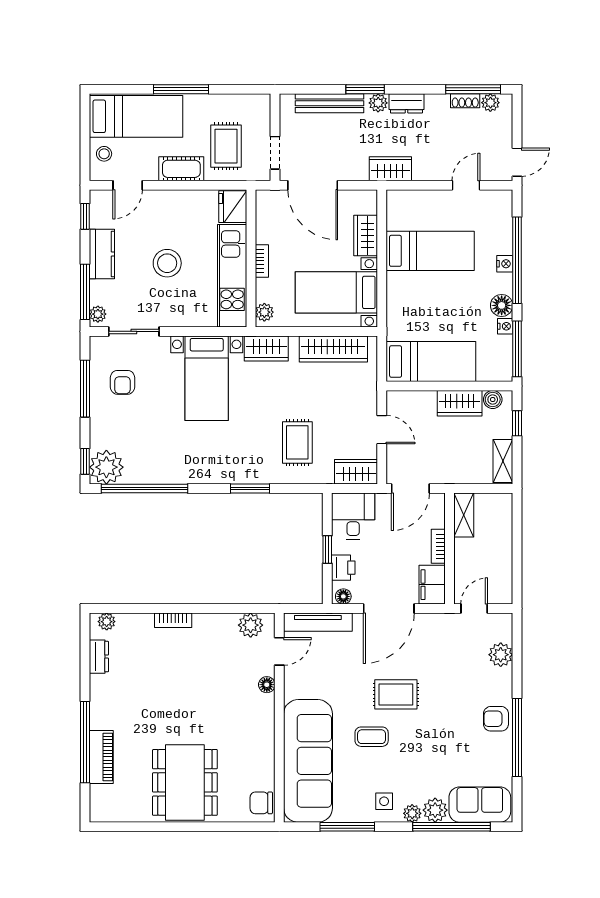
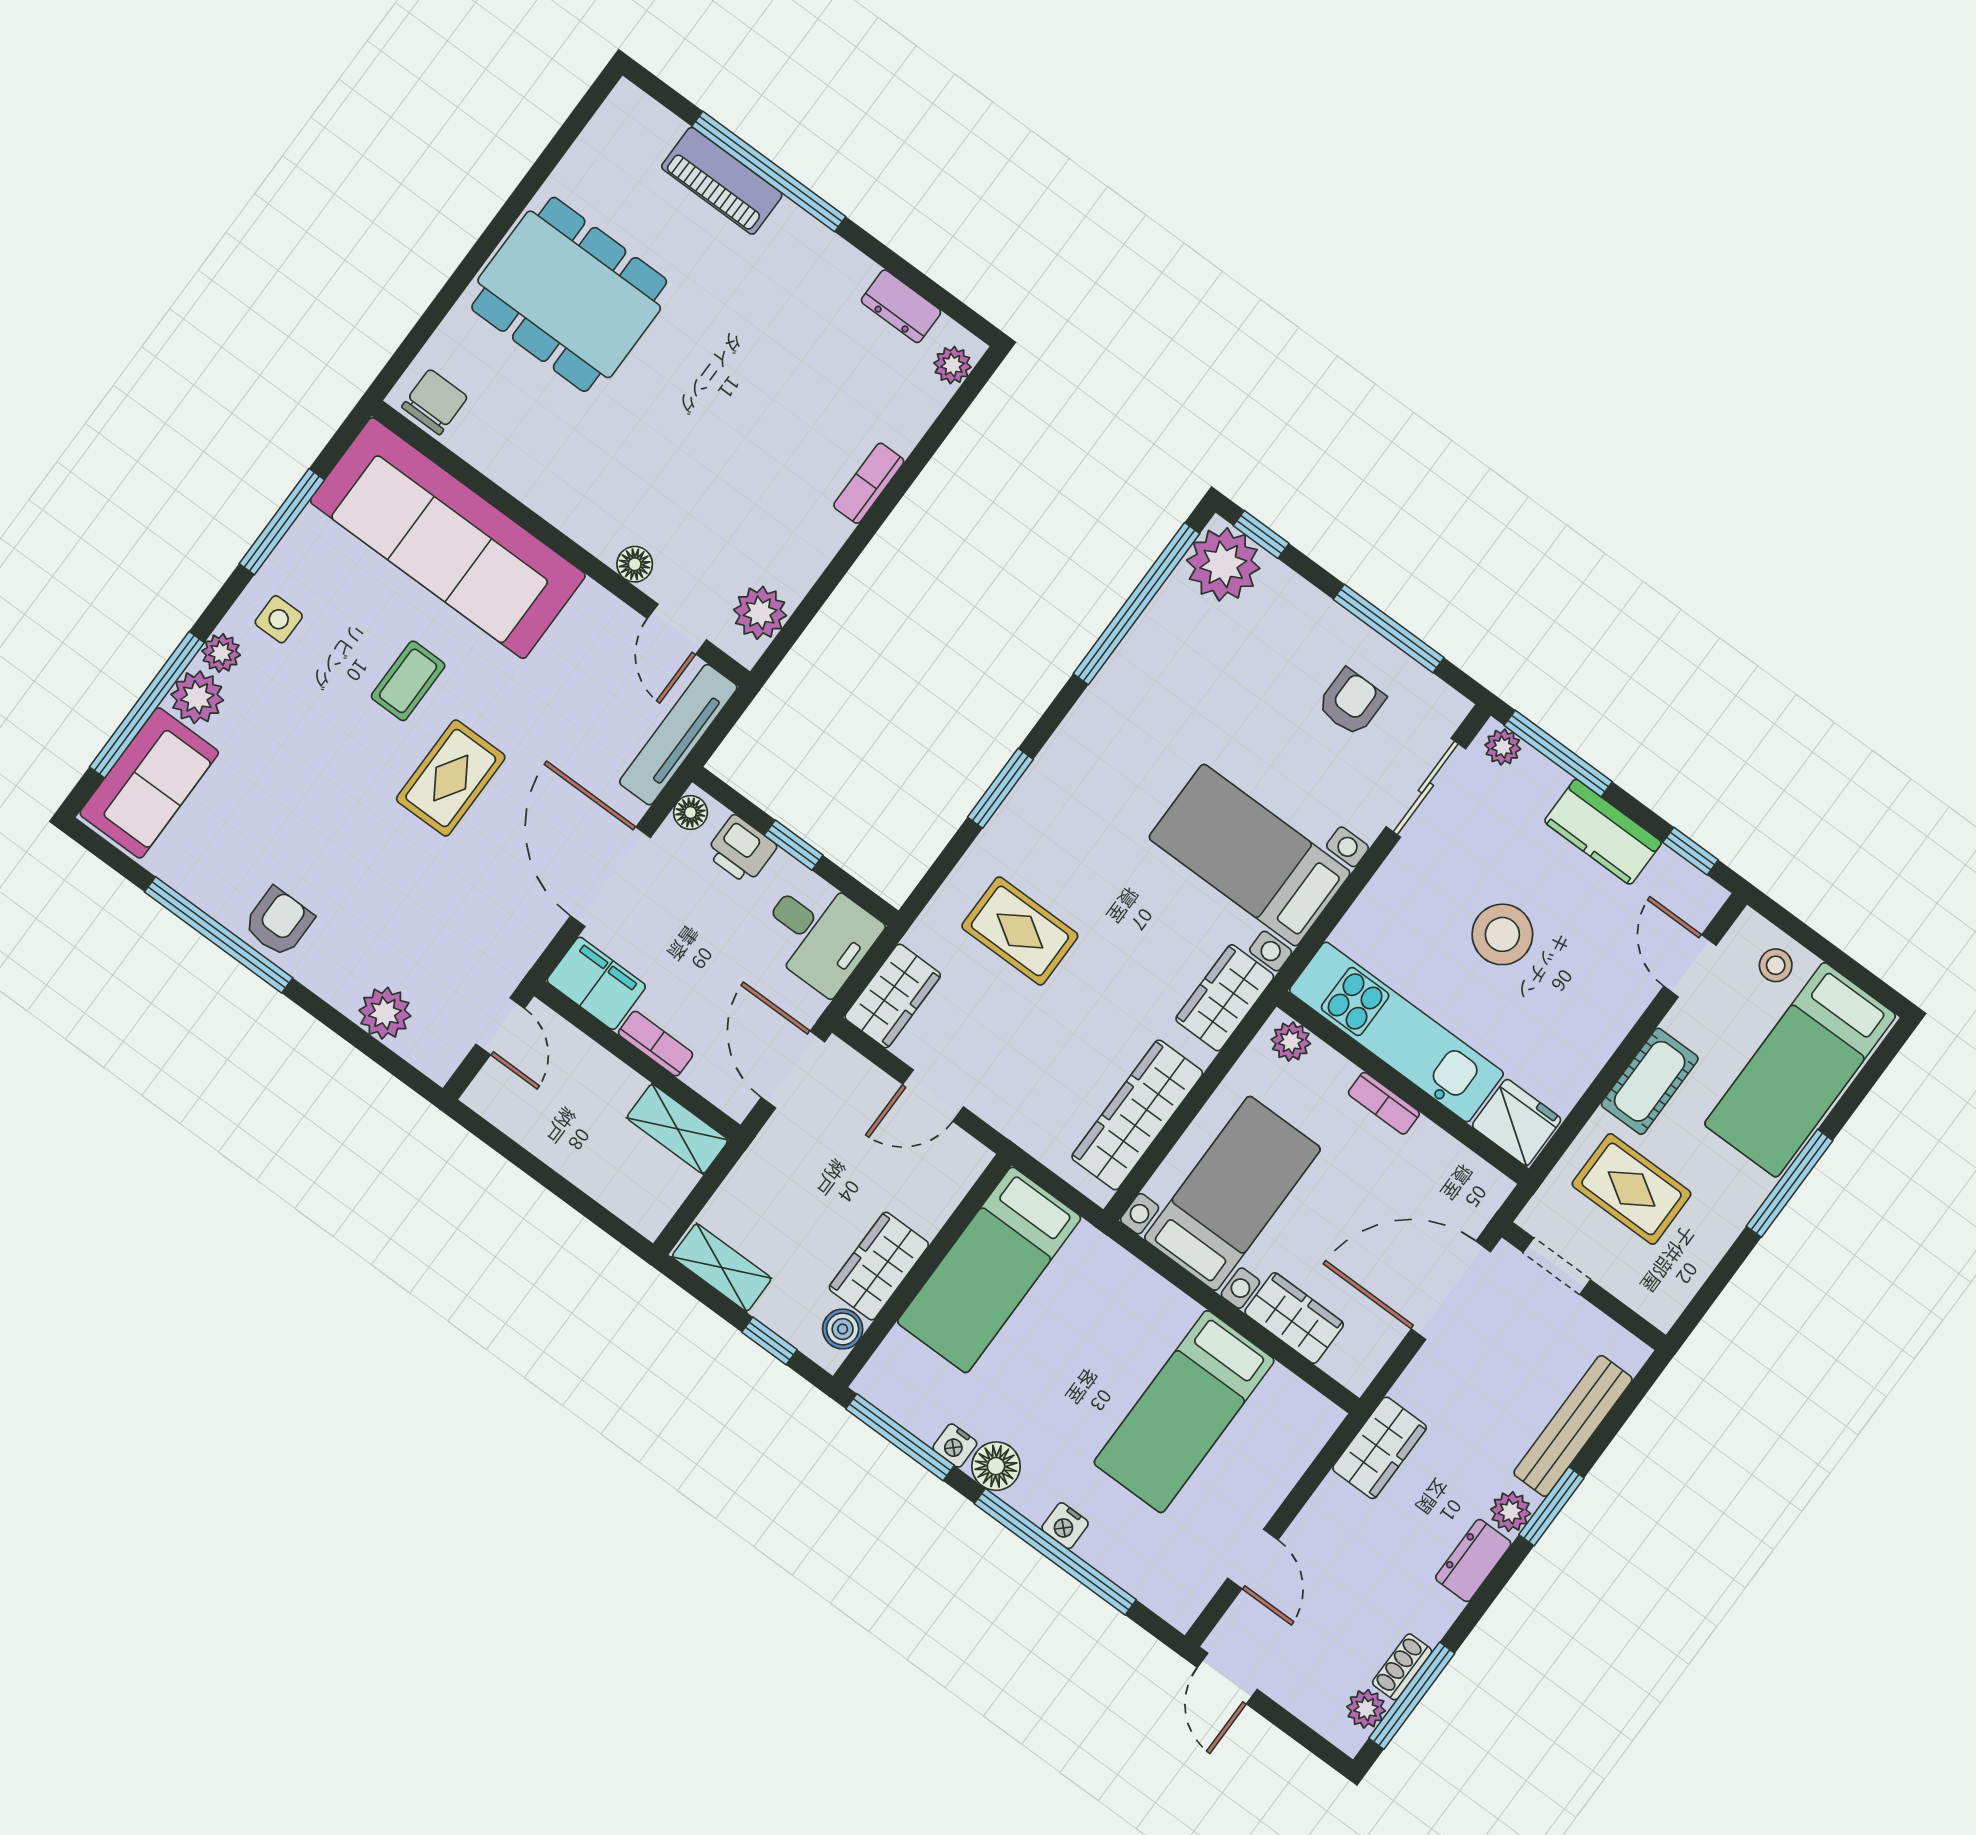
armchair: (123, 382) -> (1351, 702), turned 90

